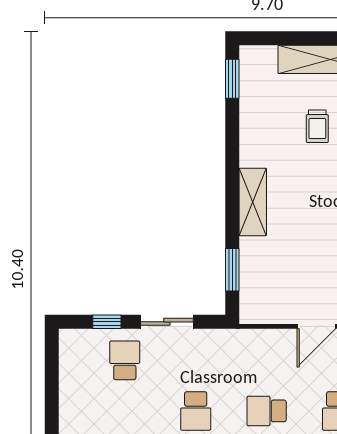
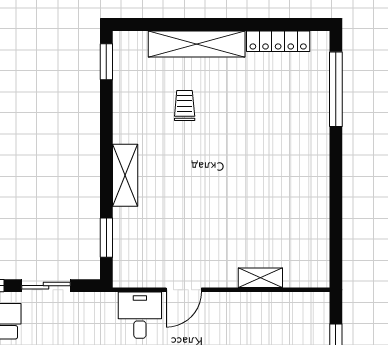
trolley: (317, 126) -> (185, 106), turned 180
desk: (269, 354) -> (140, 315), added

